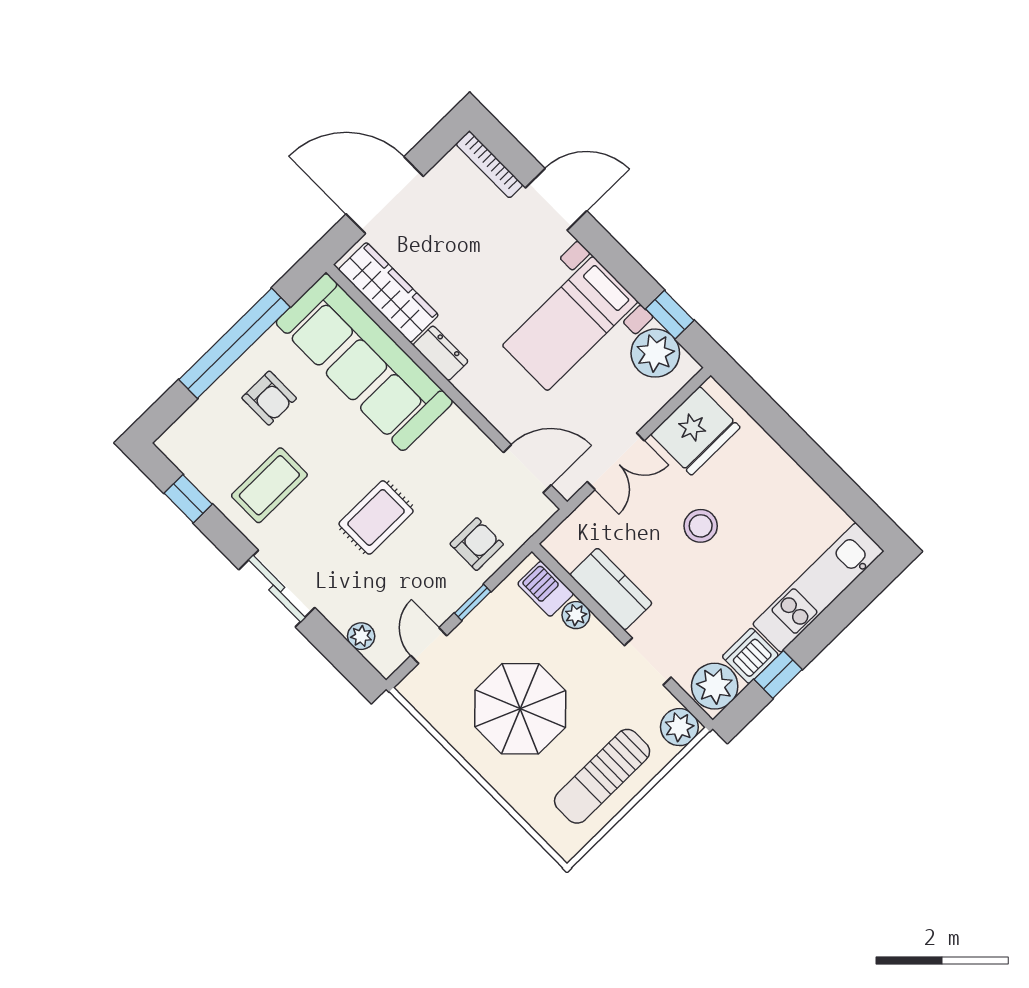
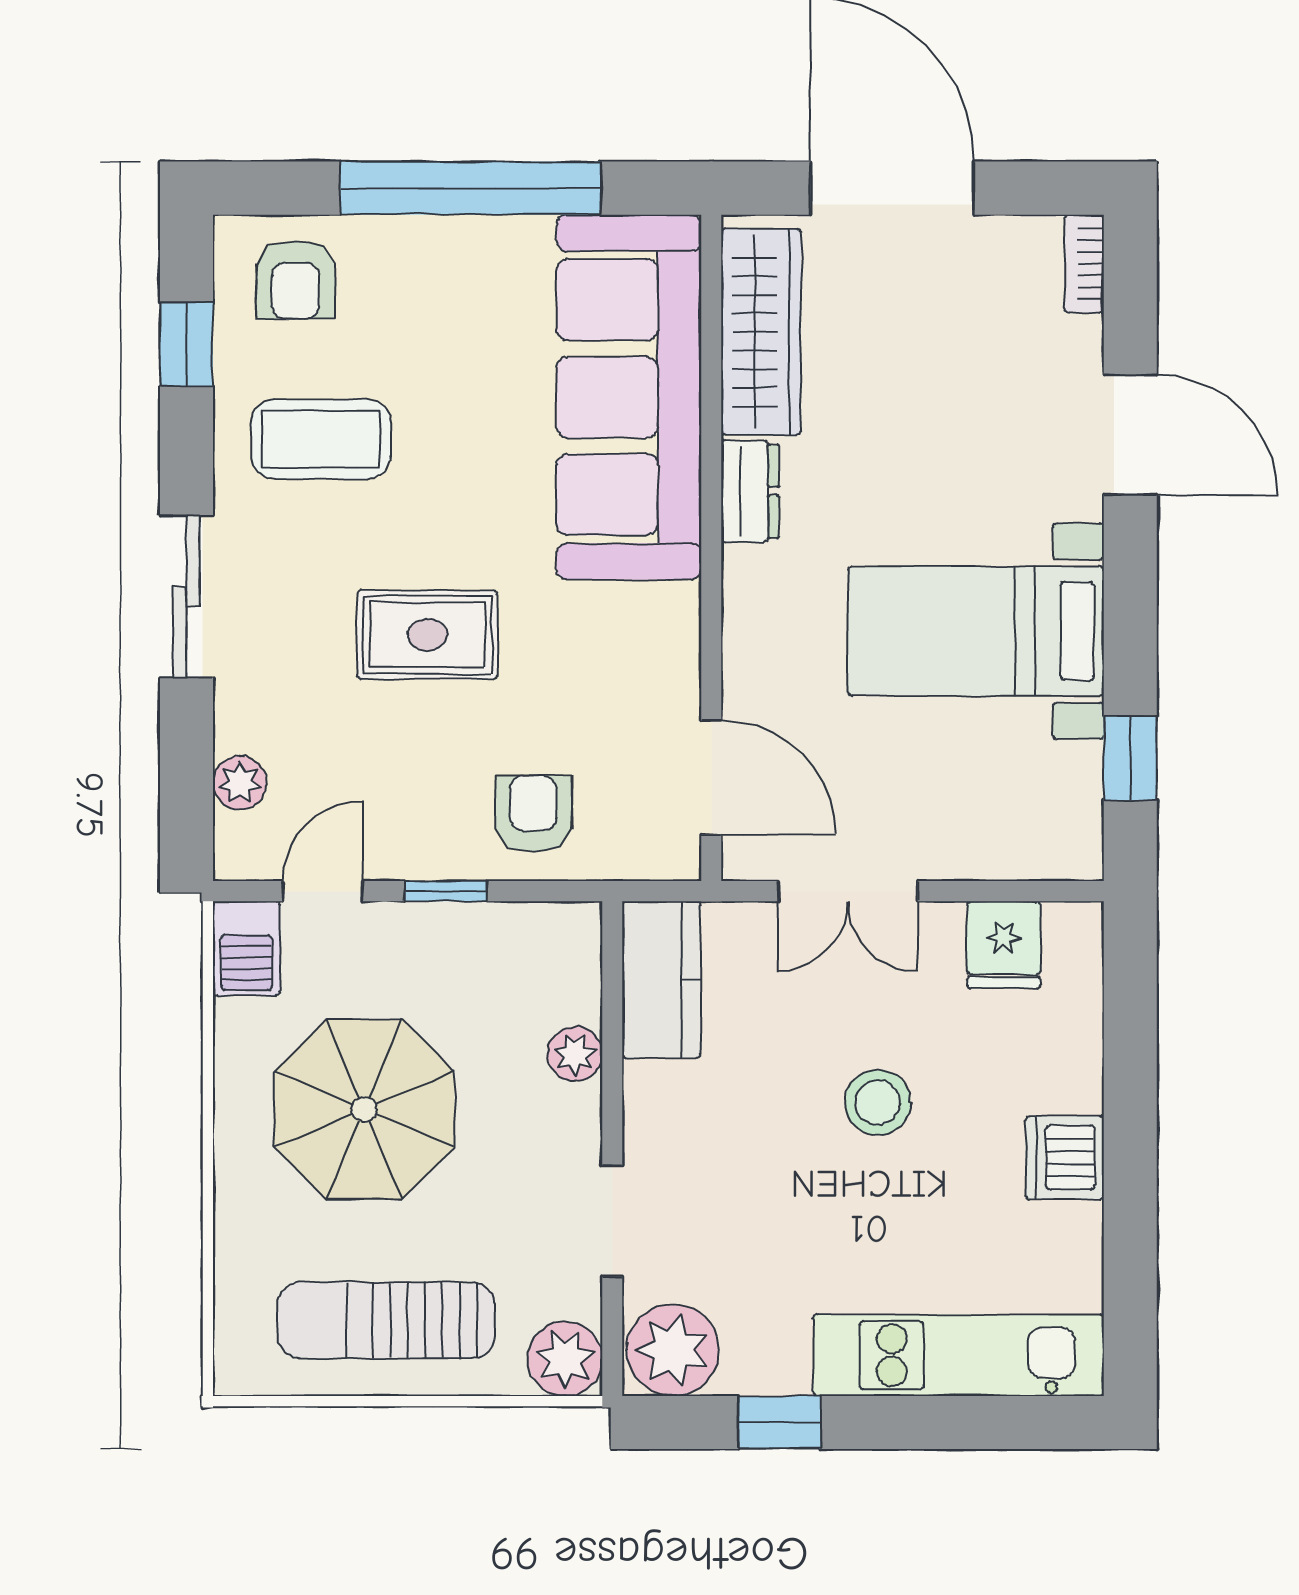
bookcase: (489, 164) -> (1084, 264), width x0.64
plant: (655, 353) -> (1056, 793), removed
armchair: (269, 398) -> (296, 280), moved
fridge: (695, 431) -> (1004, 945), width x0.53, depth x0.75
armchair: (477, 544) -> (533, 814), turned -90
barbecue: (546, 589) -> (246, 948), moved, turned 180
kitchen counter: (611, 589) -> (661, 980), moved
dishwasher: (750, 656) -> (1065, 1158), moved, turned -90

